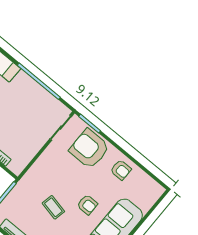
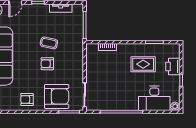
armchair: (87, 205) -> (47, 64), moved

